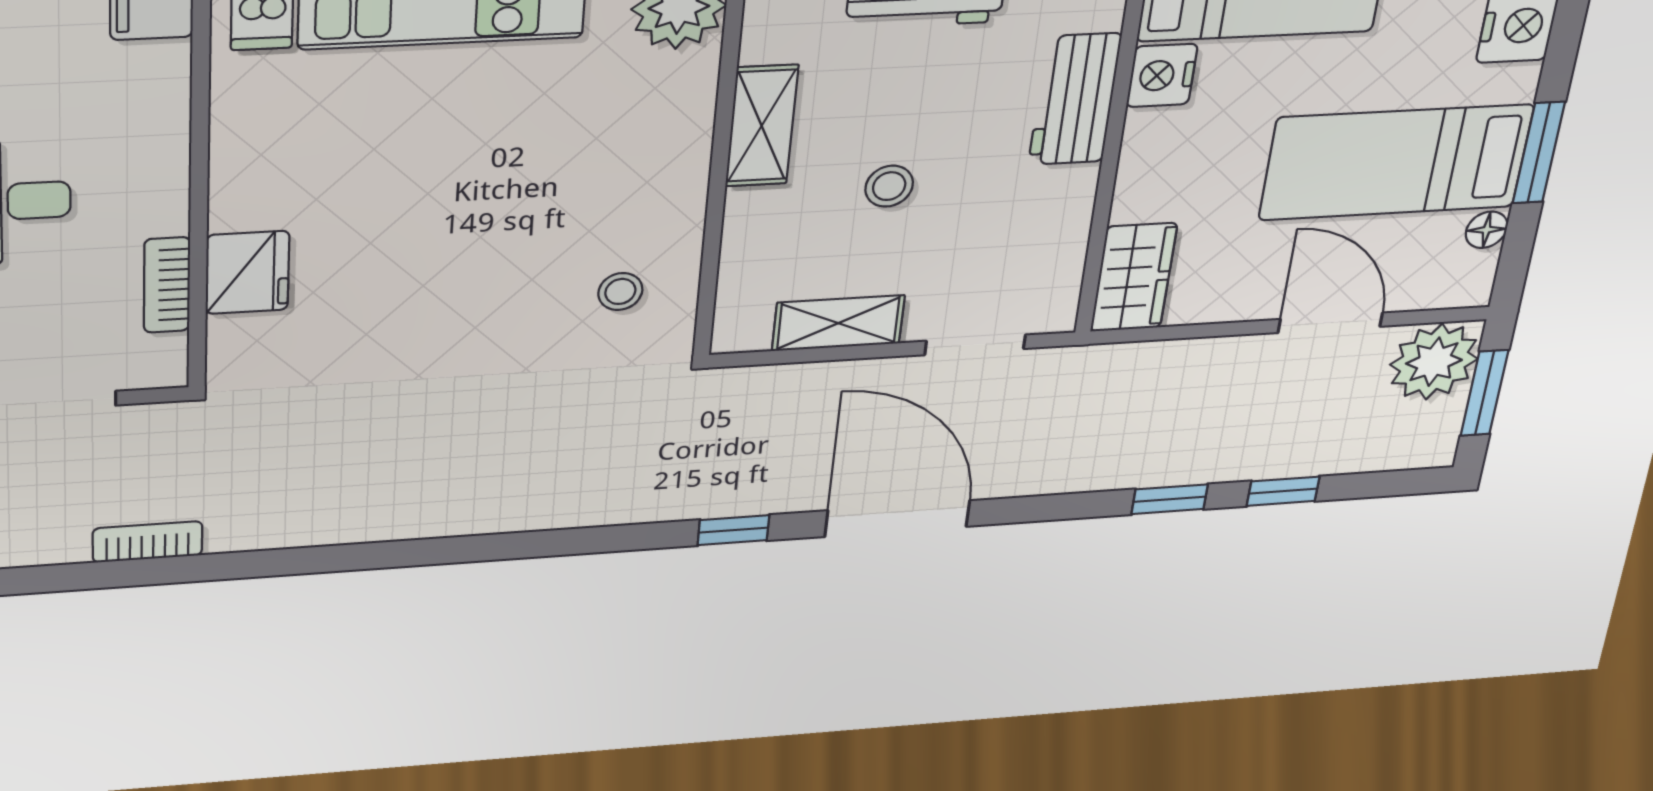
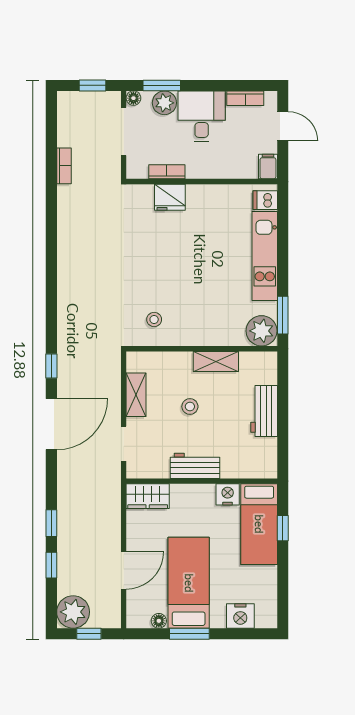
workbench: (1075, 99) -> (195, 466), moved
plant: (1434, 362) -> (73, 612), moved
window: (1484, 393) -> (89, 634), width x0.67

